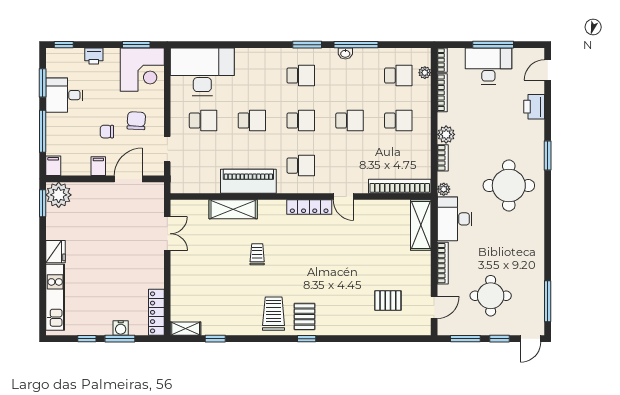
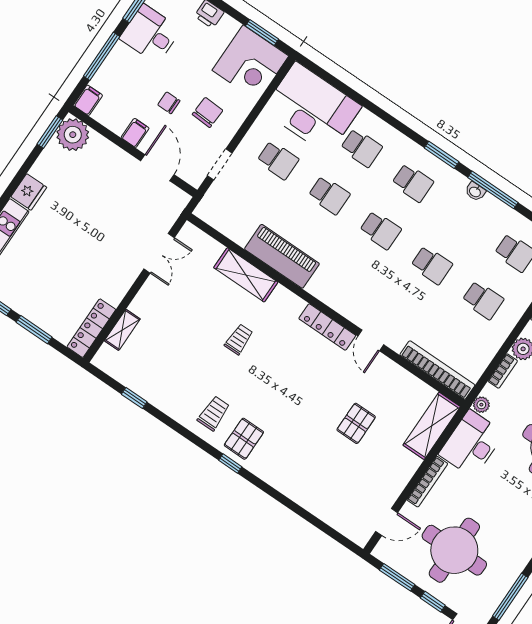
school desk: (301, 166) -> (361, 148), moved
door: (128, 179) -> (157, 168), hinge flipped
round table: (491, 296) -> (454, 550), width x1.36, depth x1.36
pallet: (388, 301) -> (356, 423), moved, turned 90
trolley: (274, 314) -> (214, 413), width x0.73, depth x0.72
water cooler: (121, 328) -> (43, 319), removed
shelving: (186, 329) -> (122, 330), moved, turned 90

